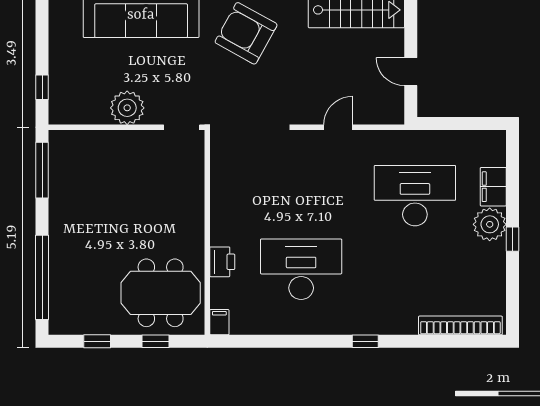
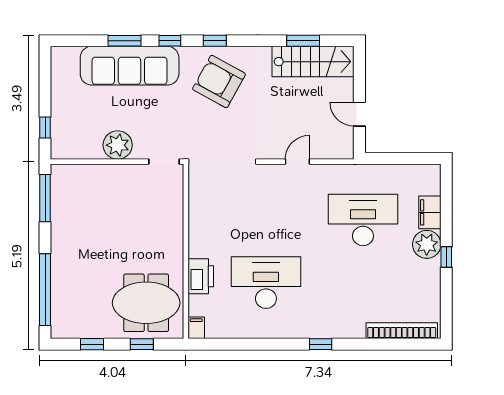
printer: (222, 262) -> (201, 276), width x1.37, depth x1.19

